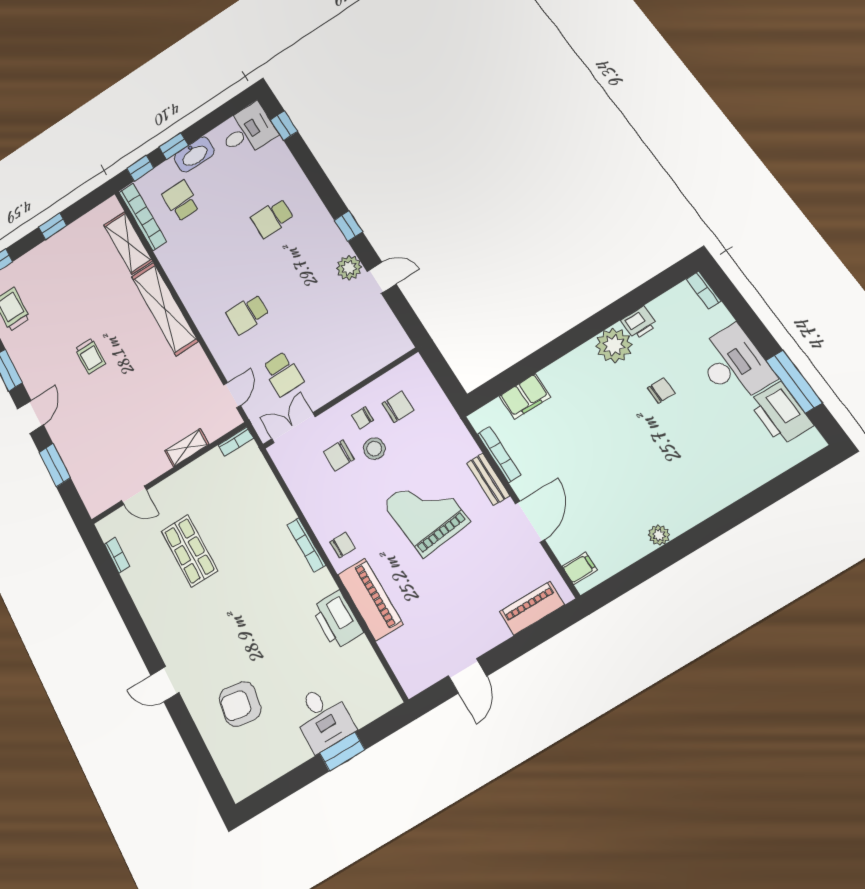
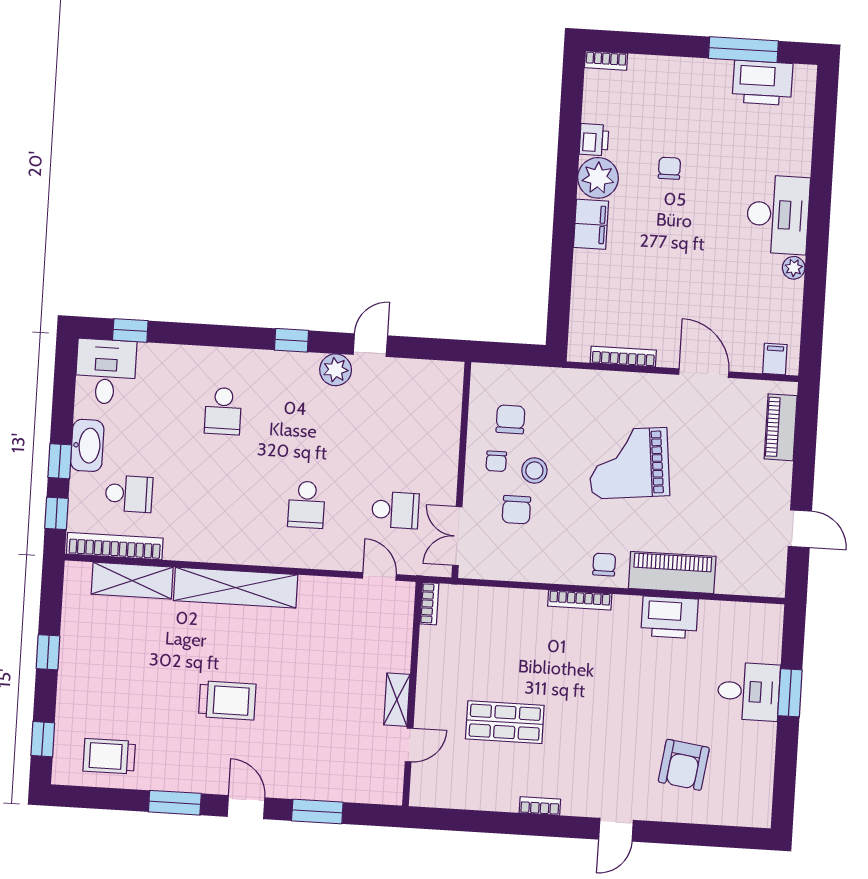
school desk: (181, 201) -> (129, 494), turned 180
trolley: (90, 356) -> (227, 700), width x1.36, depth x1.39
desk: (734, 364) -> (778, 215), moved, turned 90
filing cabinet: (525, 396) -> (591, 224), moved
shelving: (187, 448) -> (397, 700), moved
bench: (488, 479) -> (639, 383), removed
bookcase: (117, 555) -> (540, 806), moved

